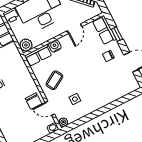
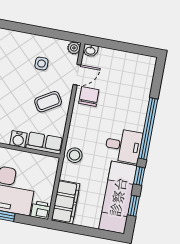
plant: (26, 45) -> (49, 165), removed
stool: (16, 62) -> (75, 155), added
door: (50, 108) -> (77, 75), hinge flipped

